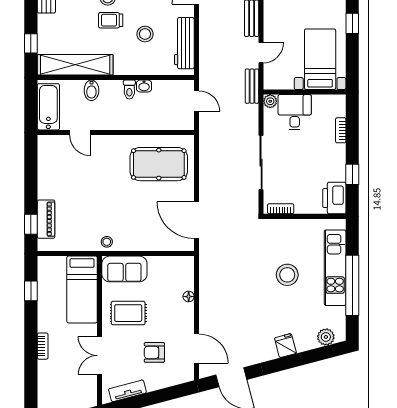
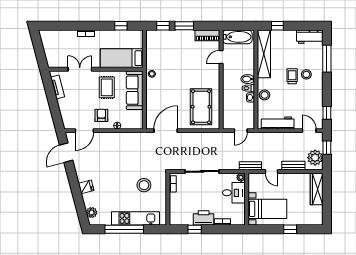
stool: (145, 34) -> (265, 95), moved
bidet: (91, 90) -> (248, 79), moved
window: (31, 191) -> (184, 26), added
printer: (334, 198) -> (204, 218), moved
piano: (46, 219) -> (207, 35), moved
sofa: (124, 269) -> (135, 90), width x1.36
stool: (287, 275) -> (144, 185), moved
armchair: (154, 352) -> (101, 115), moved

